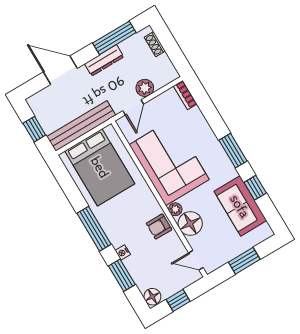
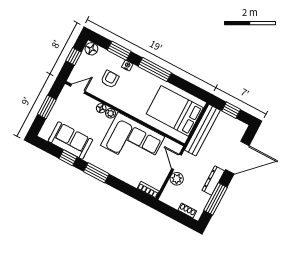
door: (60, 70) -> (237, 158), width x1.36
floor lamp: (190, 223) -> (101, 108), width x0.53, depth x0.53
armchair: (159, 227) -> (110, 79), moved

